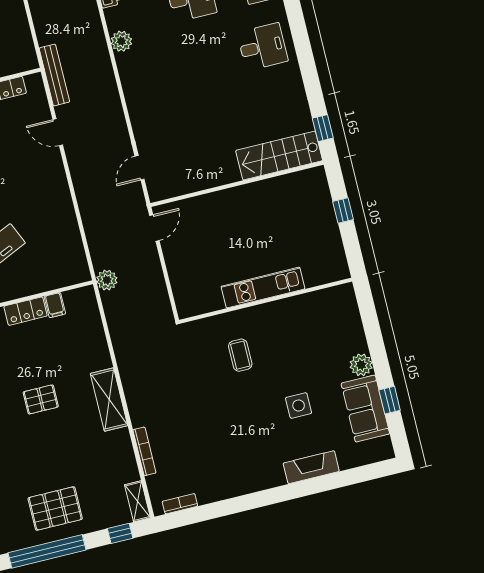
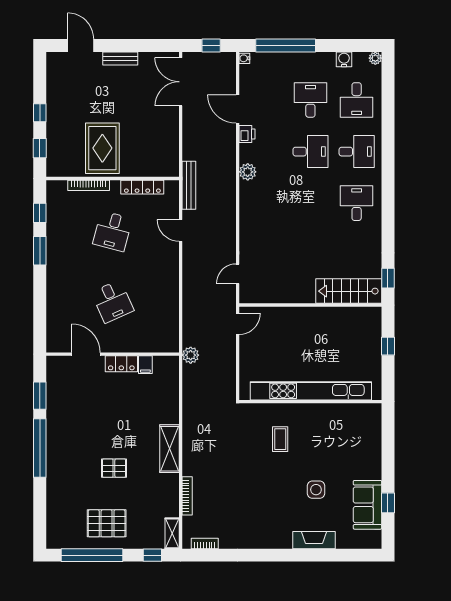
desk: (263, 47) -> (357, 203), turned -90
kitchen unit: (263, 288) -> (311, 391), width x1.86
plant: (361, 365) -> (373, 470), removed
pallet: (41, 399) -> (114, 468), moved

